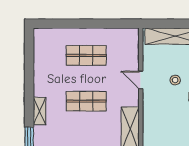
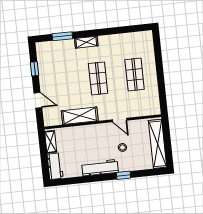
door: (141, 80) -> (120, 120), swing flipped

